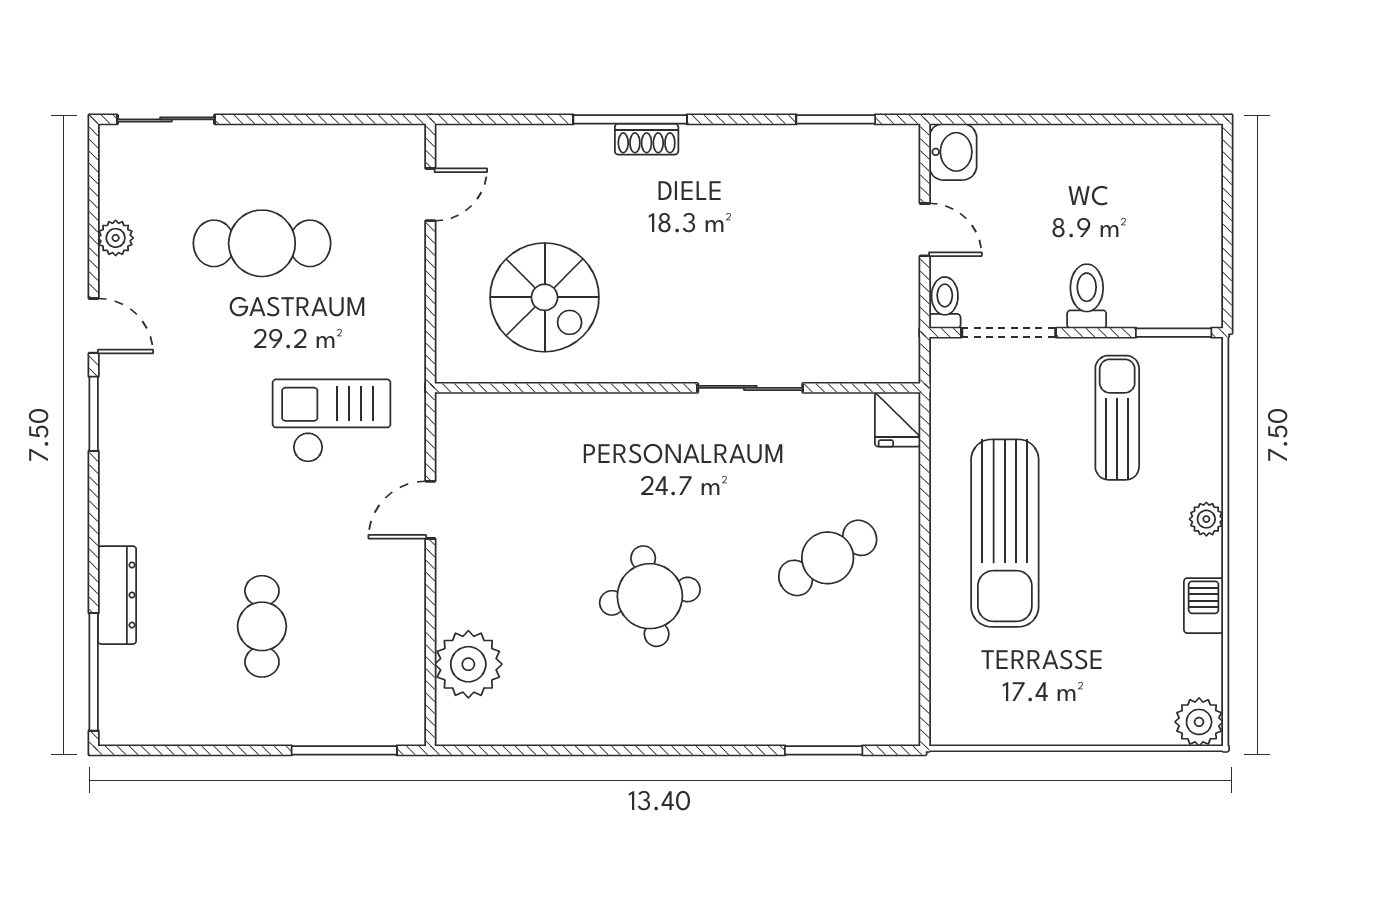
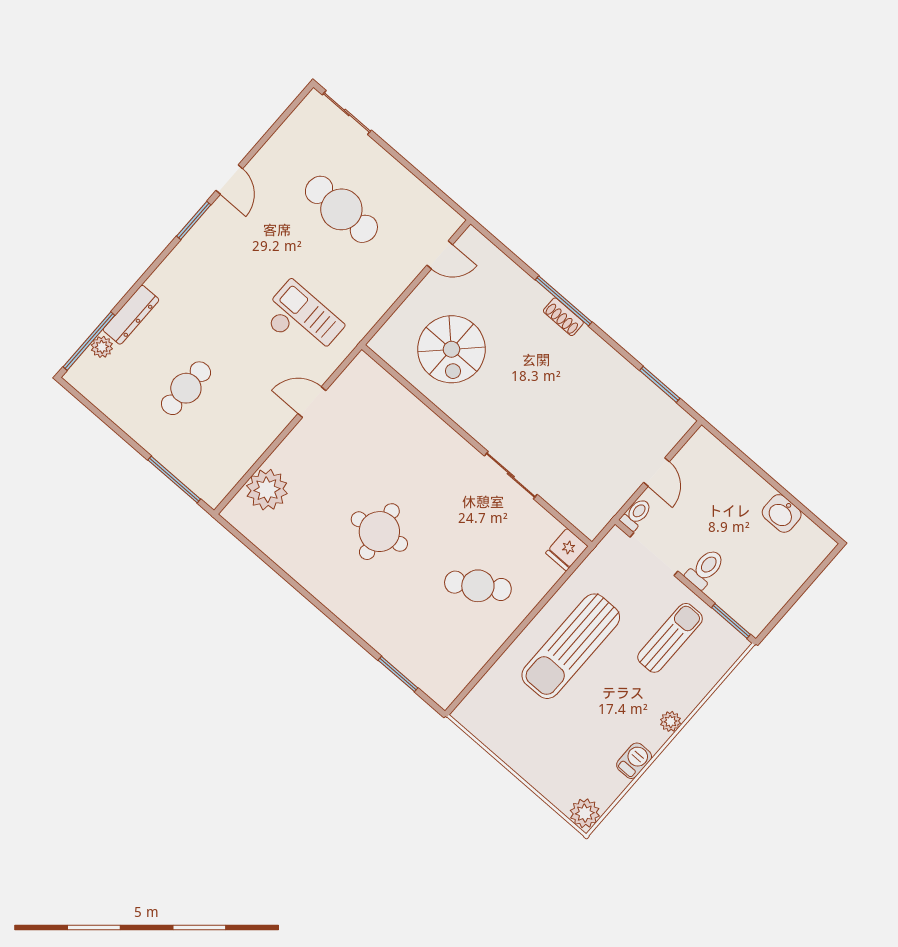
washbasin: (953, 152) -> (782, 513), moved, turned 90
plant: (116, 238) -> (102, 347), moved

